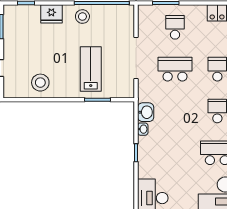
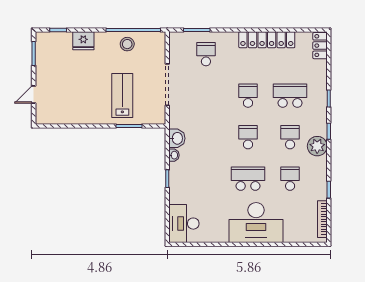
stool: (82, 17) -> (127, 44), moved
school desk: (175, 69) -> (206, 96), removed
stool: (40, 83) -> (72, 109), removed

